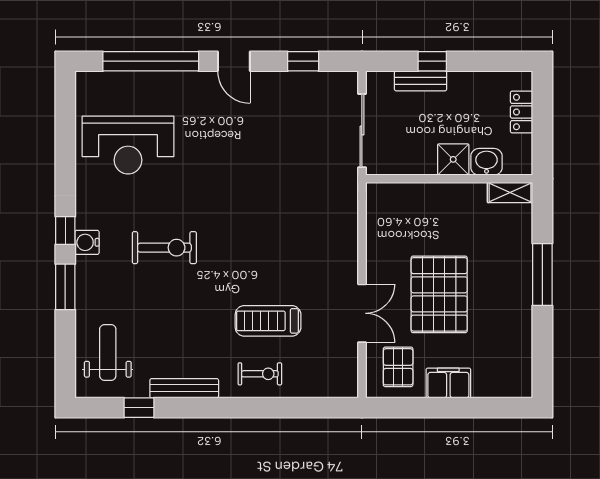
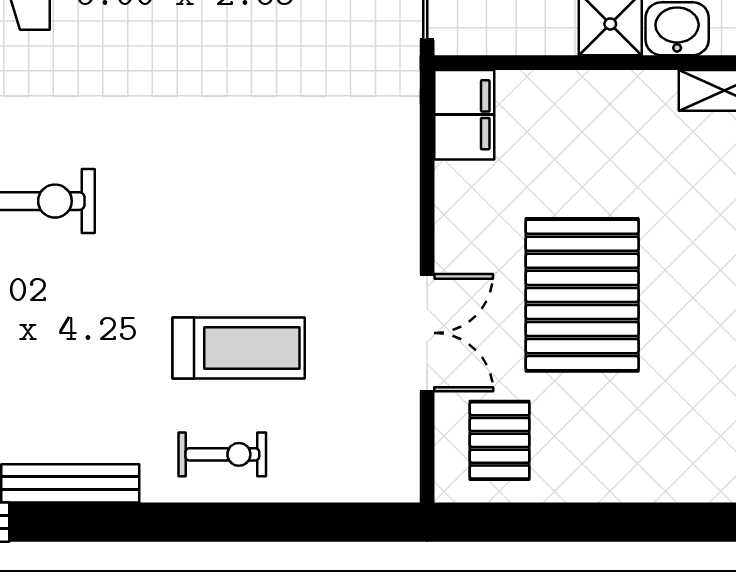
treadmill: (268, 321) -> (239, 348), turned 180
filing cabinet: (448, 383) -> (464, 115), moved, turned 90

